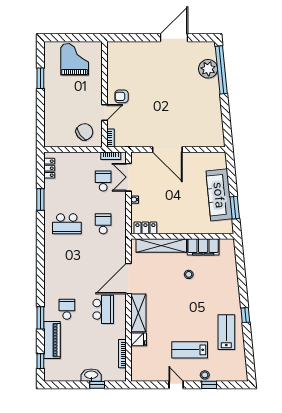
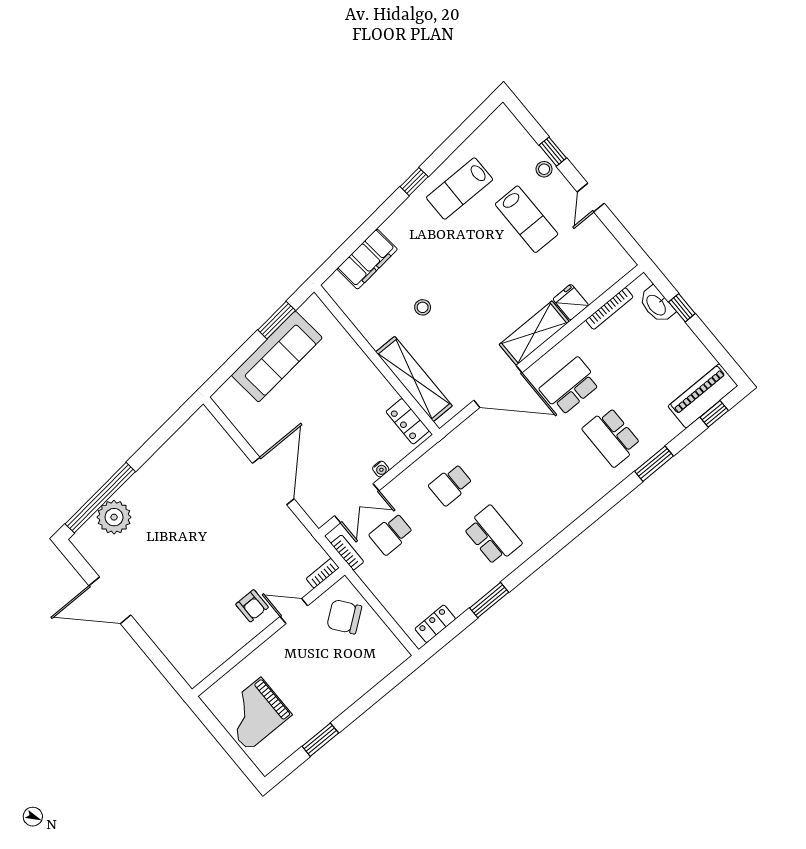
filing cabinet: (203, 247) -> (367, 259), moved, turned 84
school desk: (67, 309) -> (612, 437), width x1.85
piano: (52, 340) -> (703, 396), moved
washbasin: (91, 375) -> (657, 305), moved

